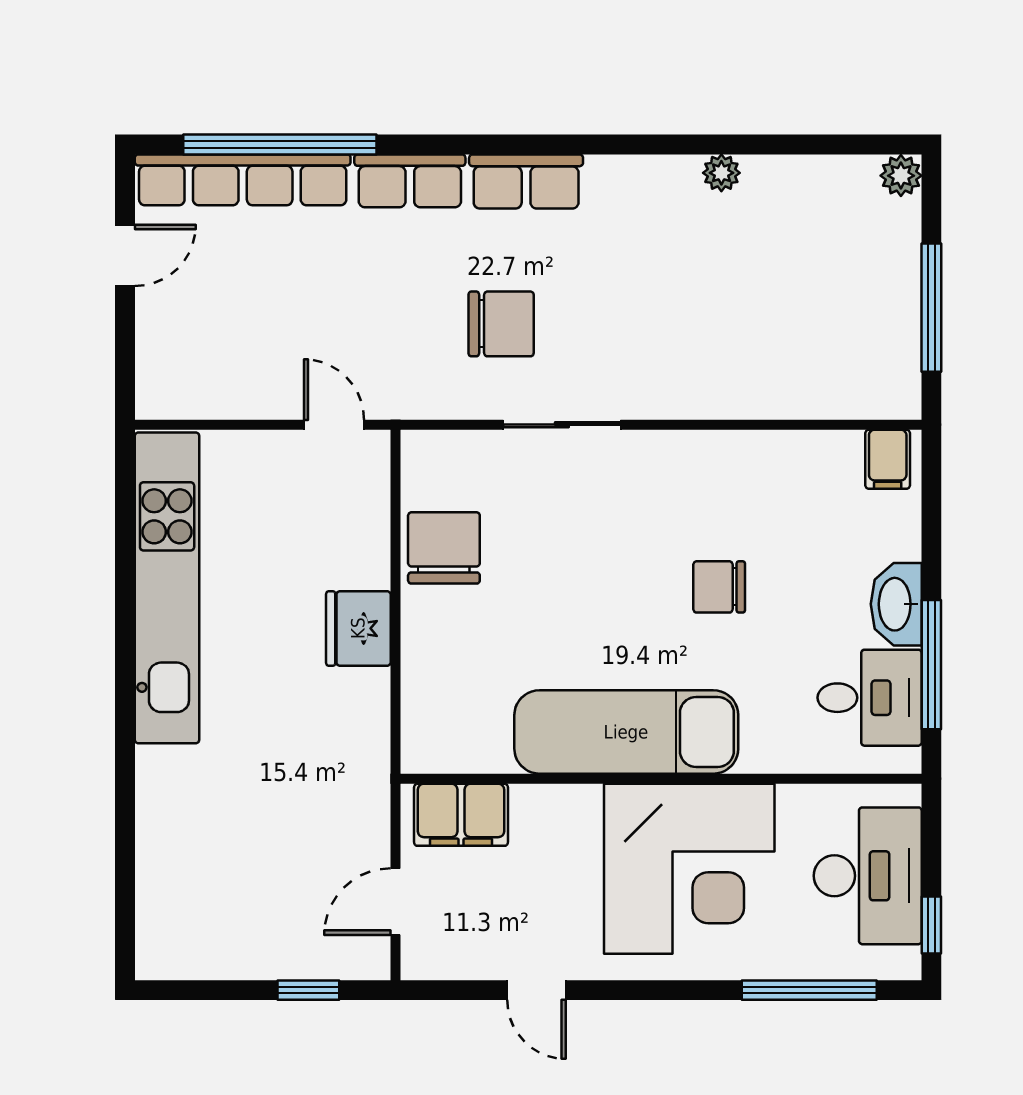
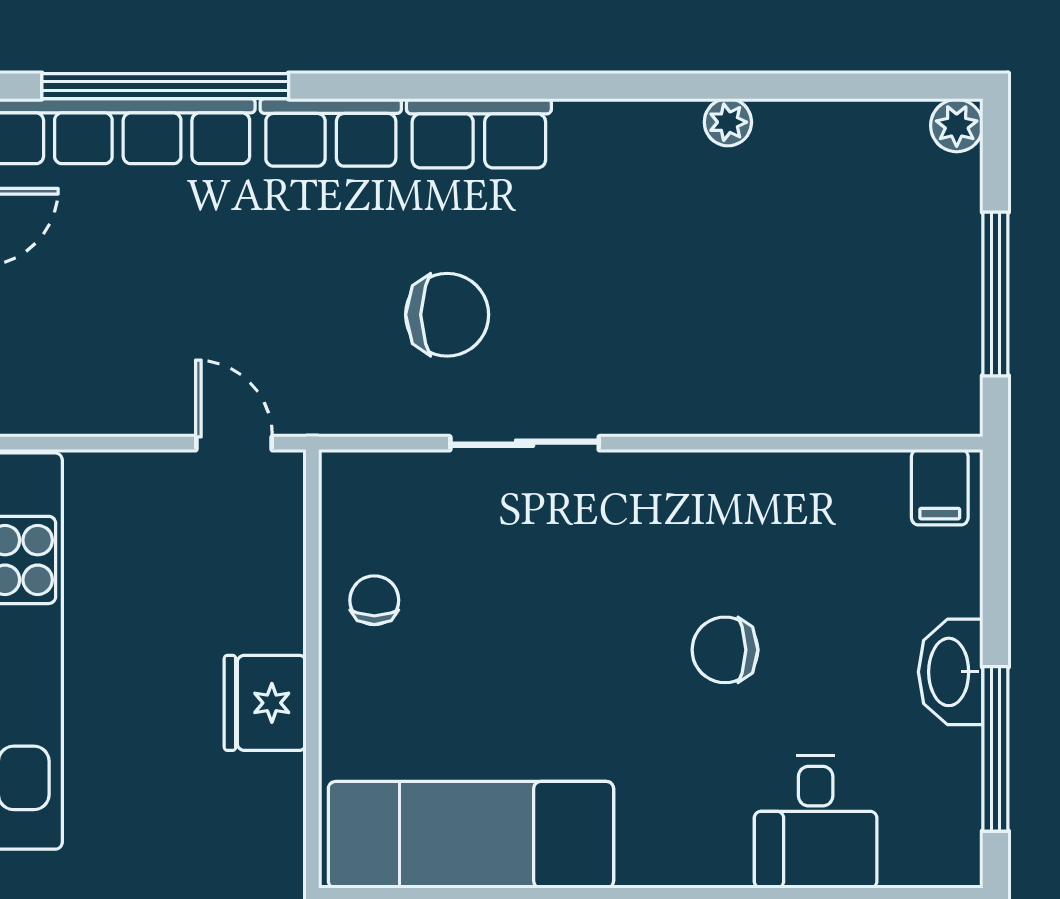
chair: (444, 548) -> (374, 600), width x0.54, depth x0.54
desk: (870, 698) -> (816, 822), moved, turned 90
exam couch: (626, 732) -> (471, 835), moved

